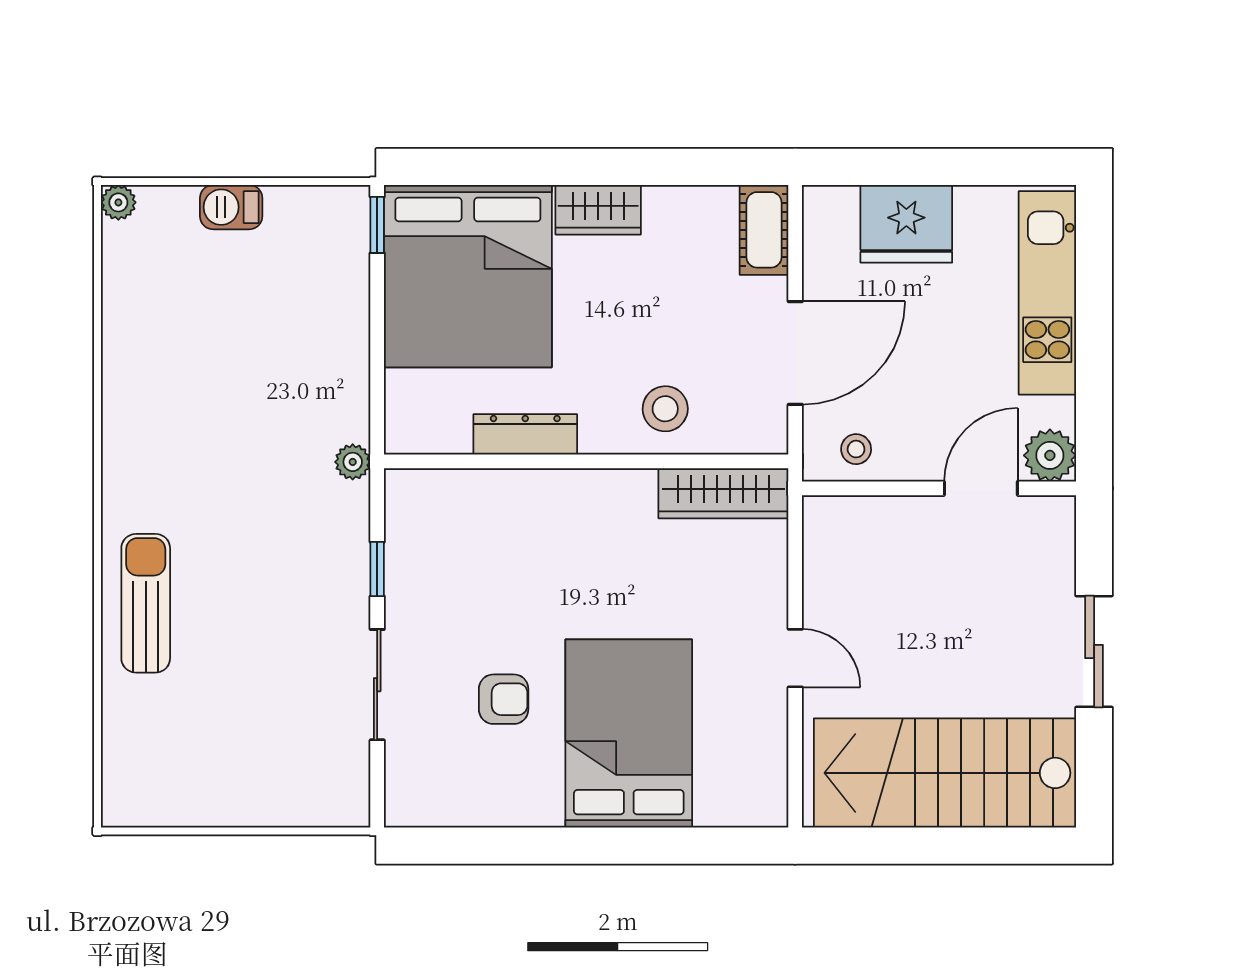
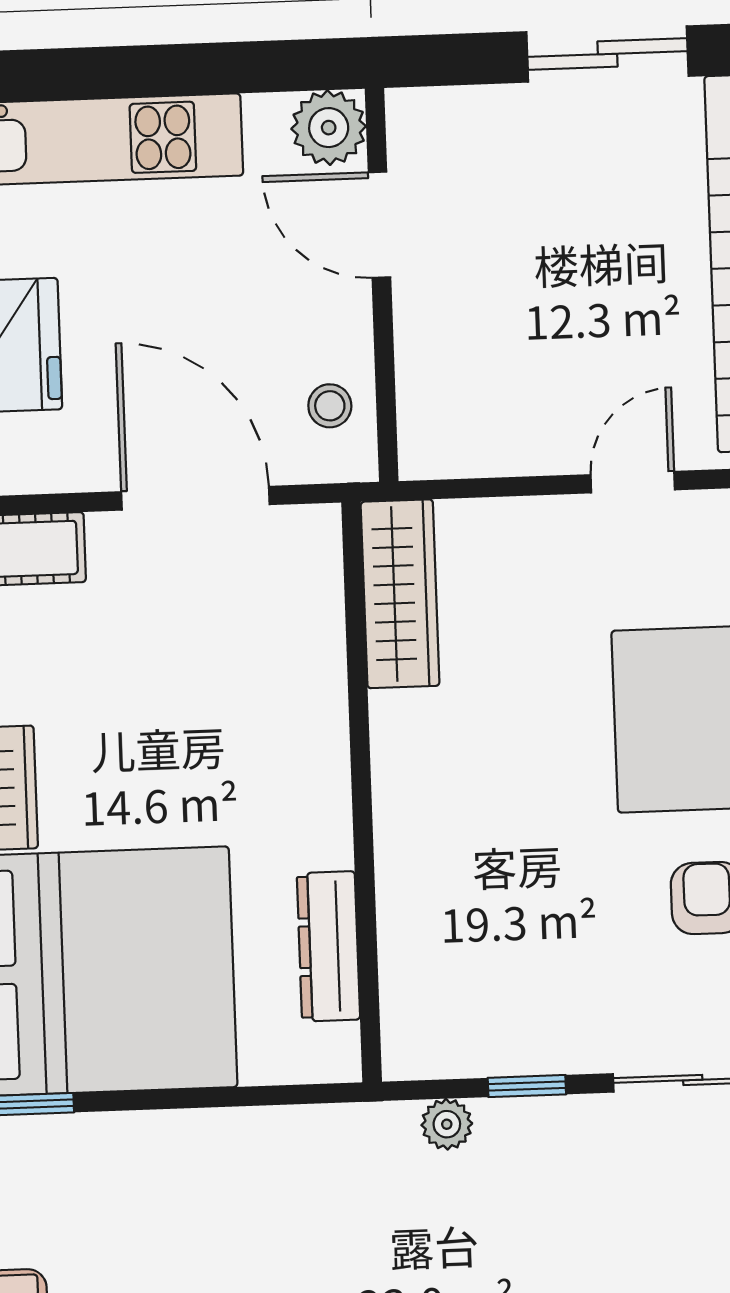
stool: (665, 409) -> (282, 682), removed
dresser: (525, 434) -> (328, 946), moved
plant: (353, 462) -> (447, 1124), moved

